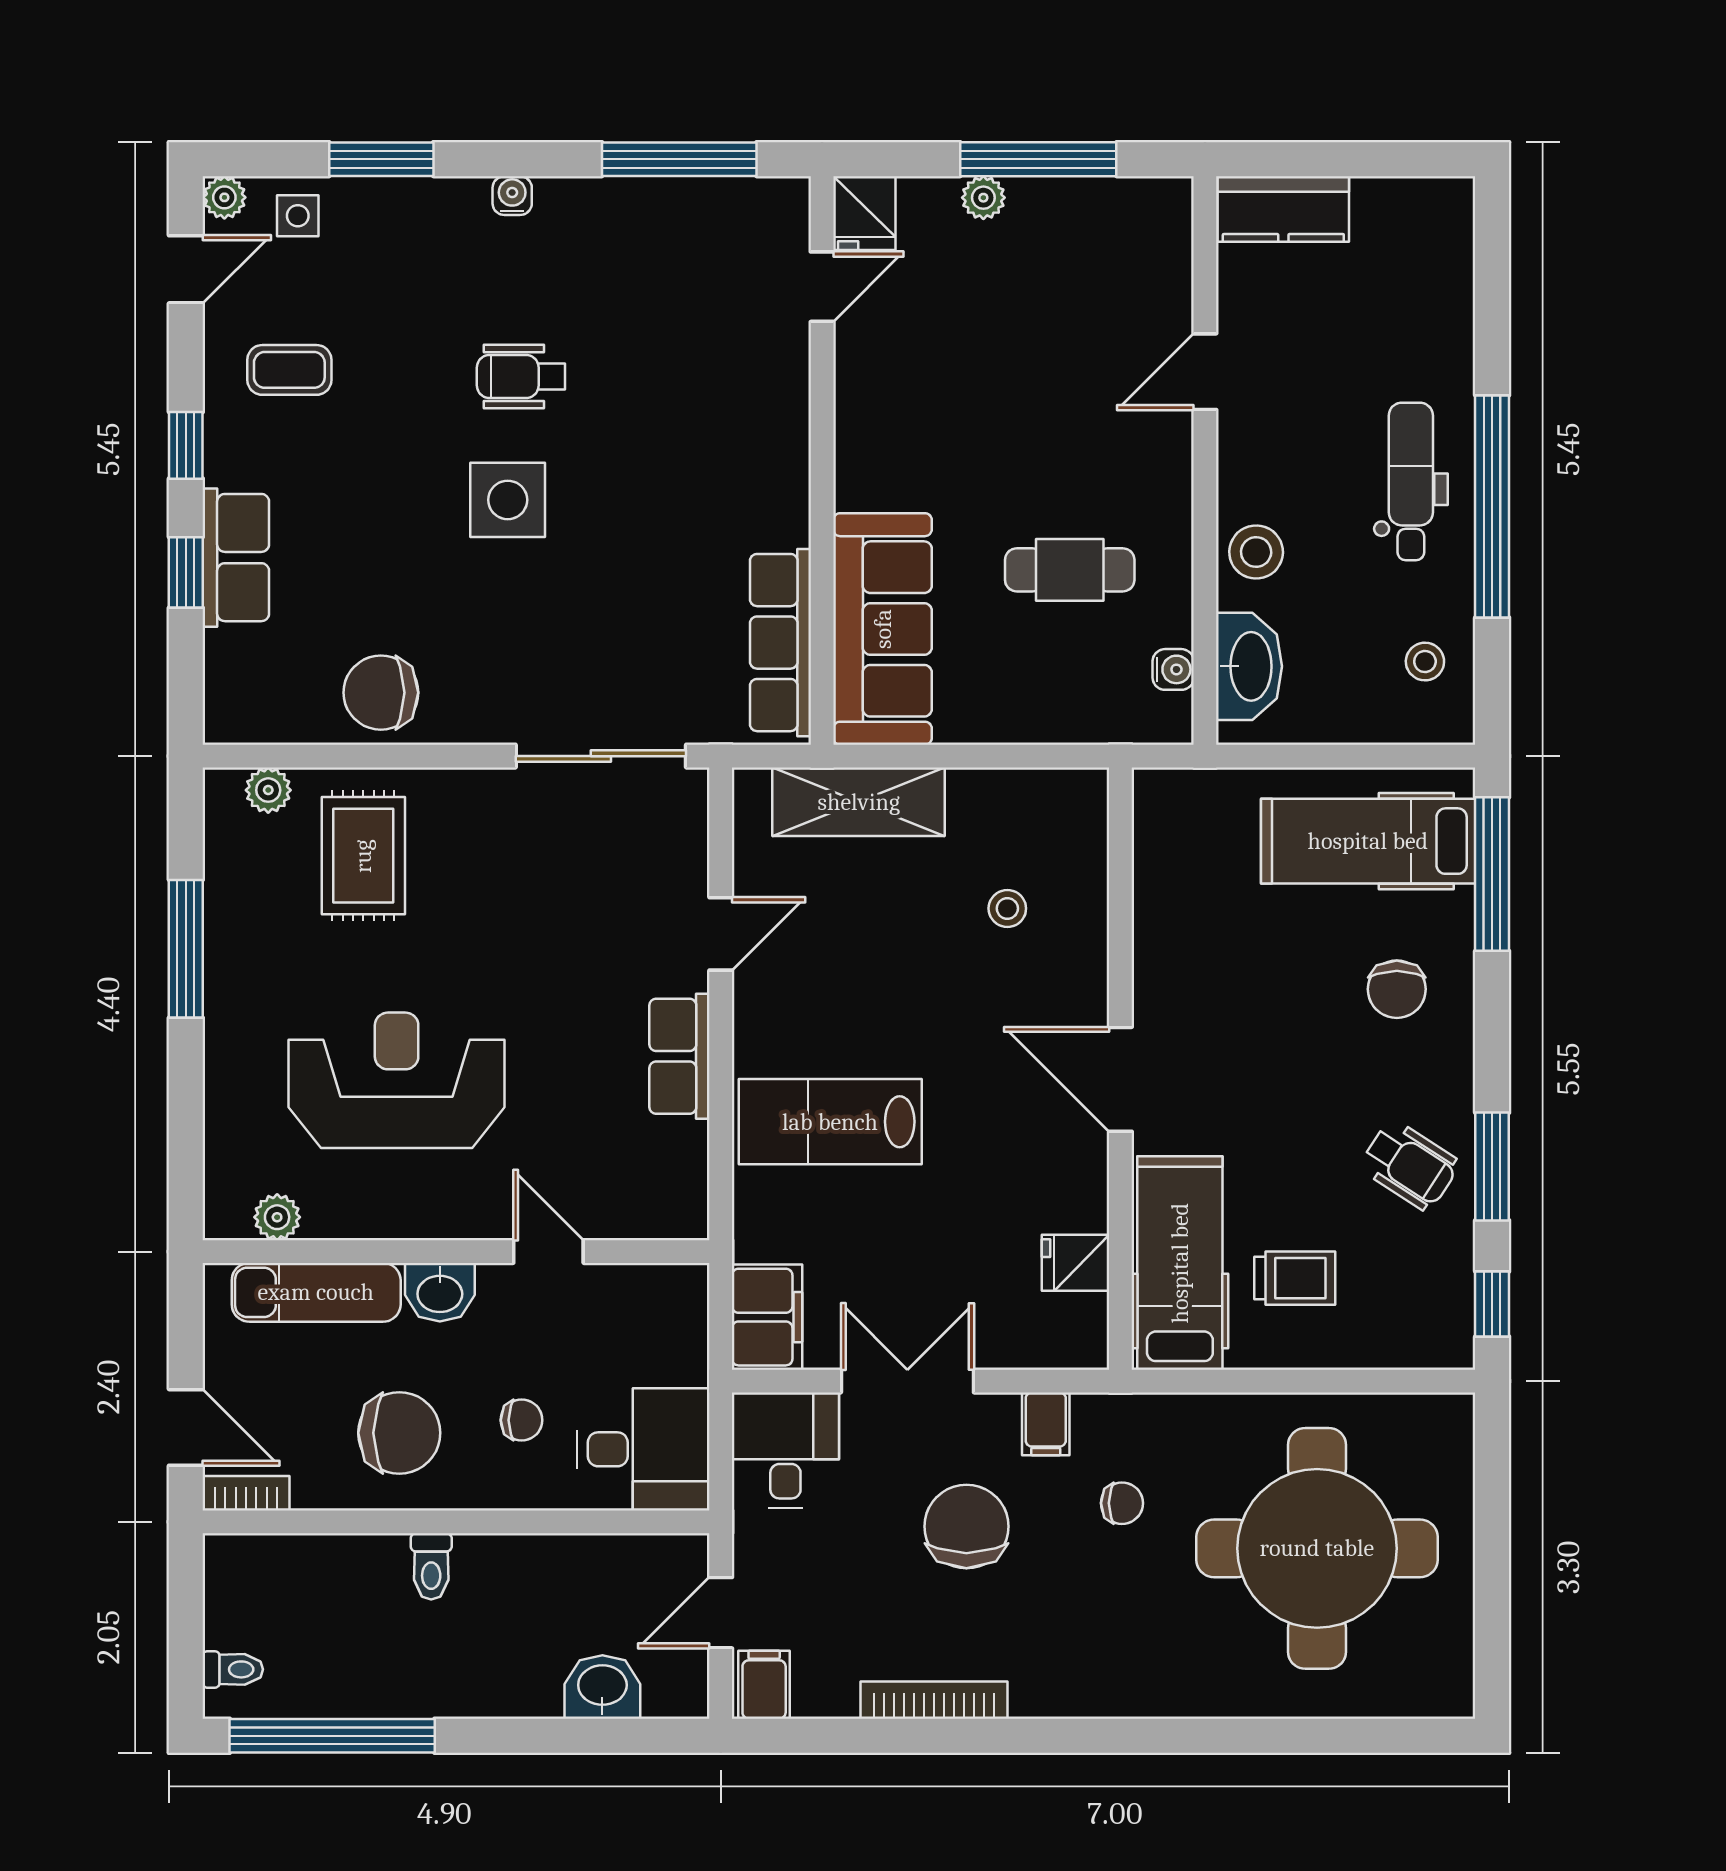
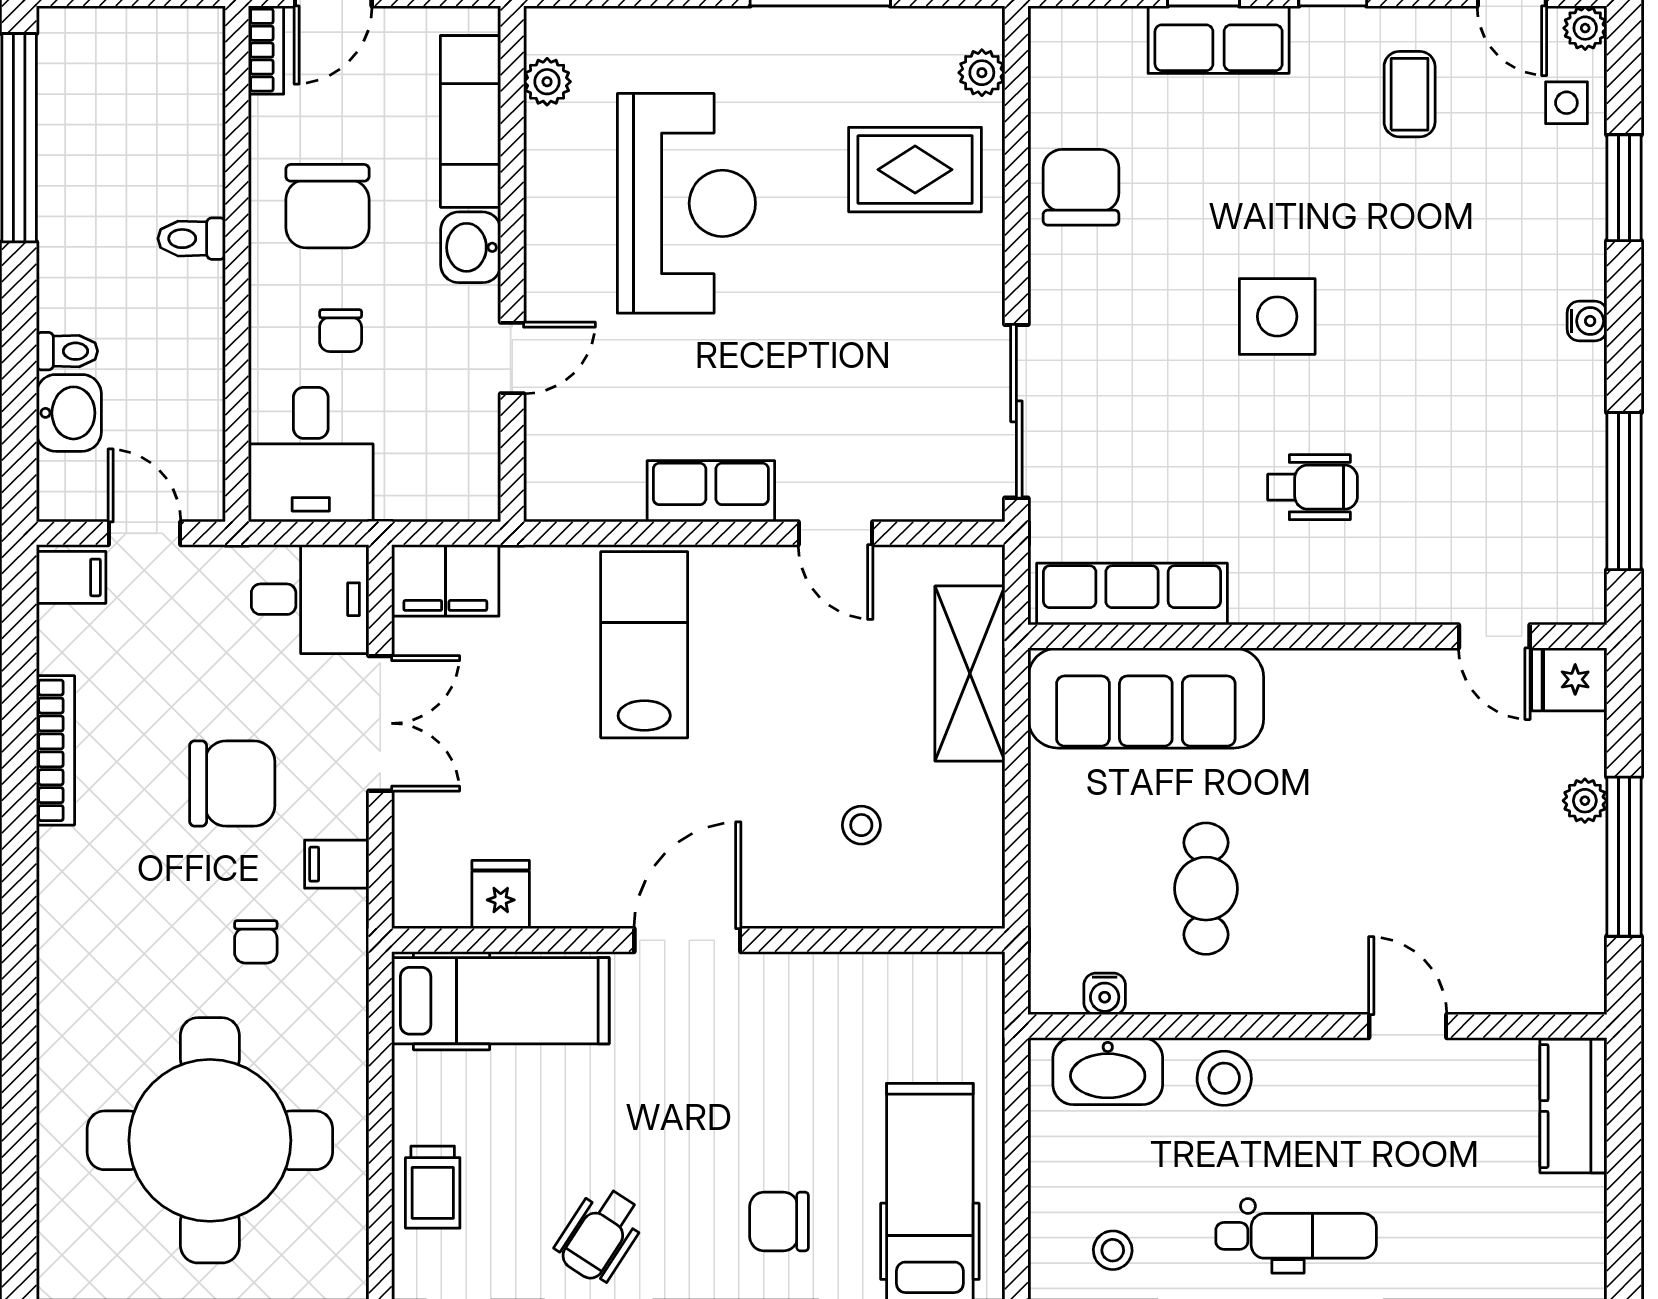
wheelchair: (521, 377) -> (1313, 487), moved, turned 90
trolley: (1295, 1278) -> (433, 1187), moved
toilet: (233, 1669) -> (67, 351), moved, turned -90

